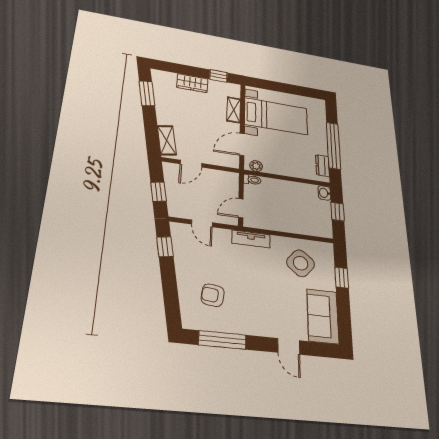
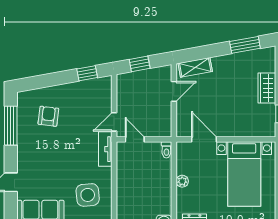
shelving: (234, 110) -> (243, 130), removed
door: (191, 164) -> (174, 91), swing flipped
plant: (256, 166) -> (182, 181), moved
door: (202, 223) -> (114, 122), moved
side table: (301, 263) -> (88, 195), turned 45

